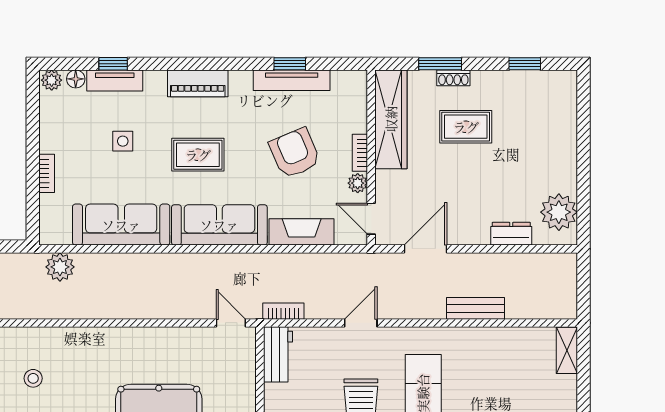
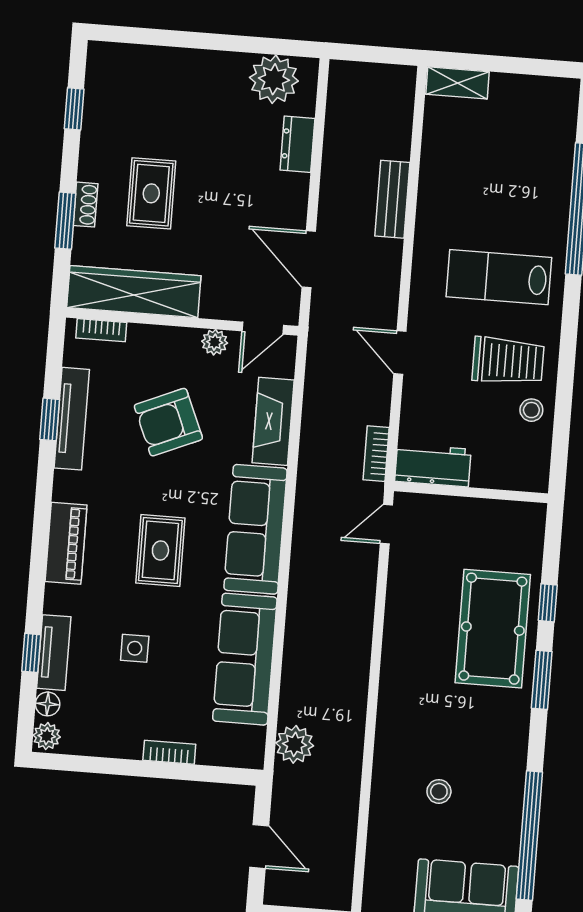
bookcase: (360, 153) -> (101, 330), moved

